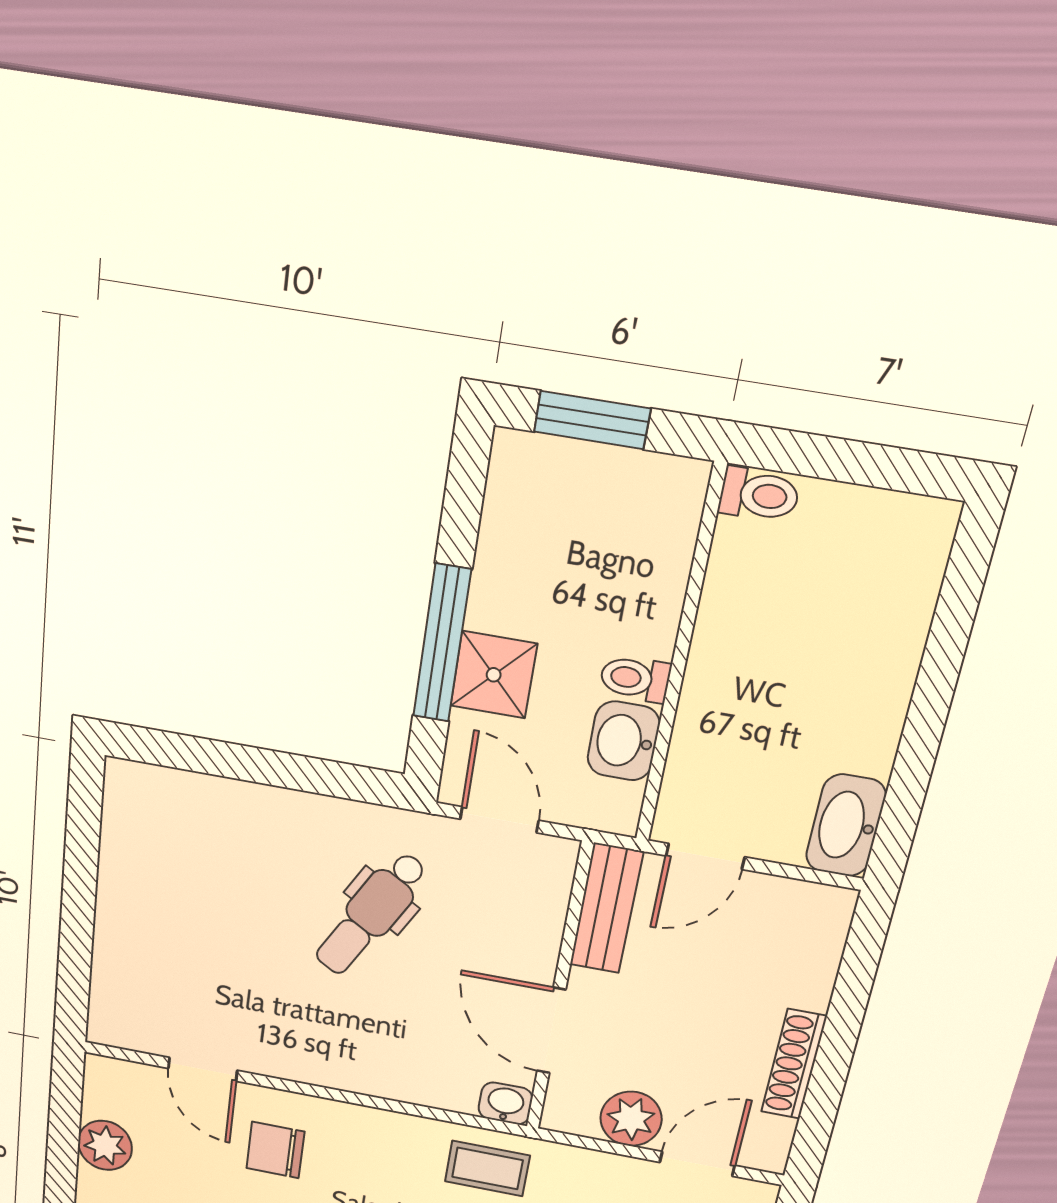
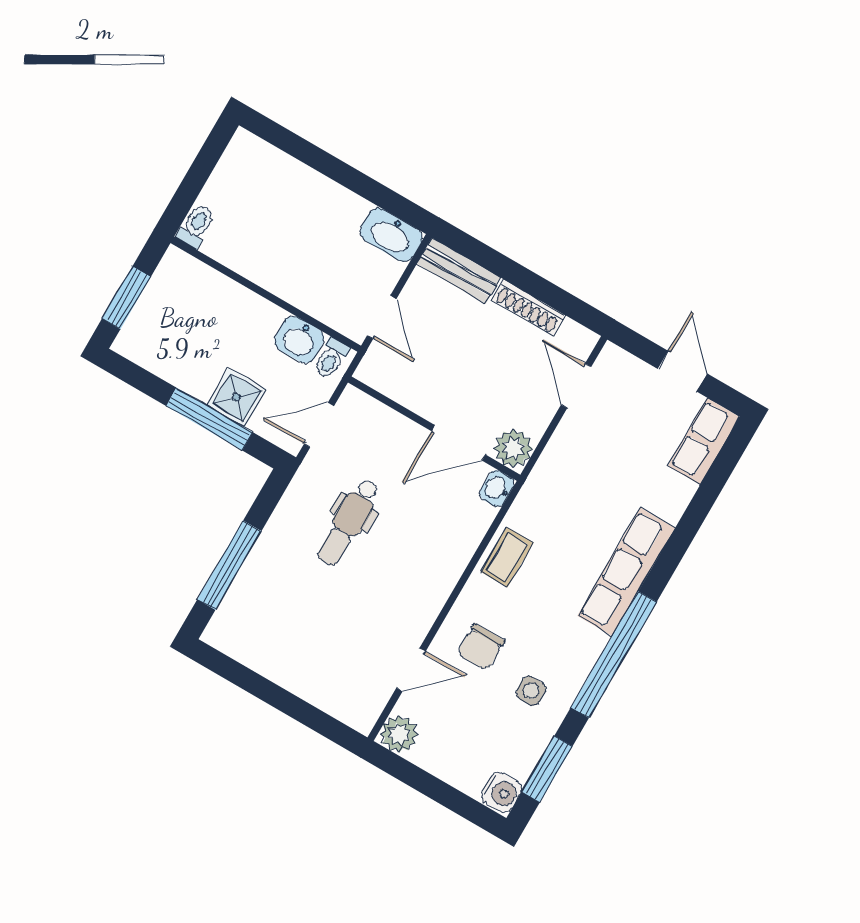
toilet: (635, 679) -> (331, 359), moved
window: (232, 761) -> (229, 565), added
bench: (606, 909) -> (459, 271), moved
dental chair: (371, 914) -> (348, 522), turned 60
plant: (631, 1119) -> (513, 448), moved
plant: (105, 1145) -> (399, 734), moved
coffee table: (487, 1168) -> (507, 557), moved

